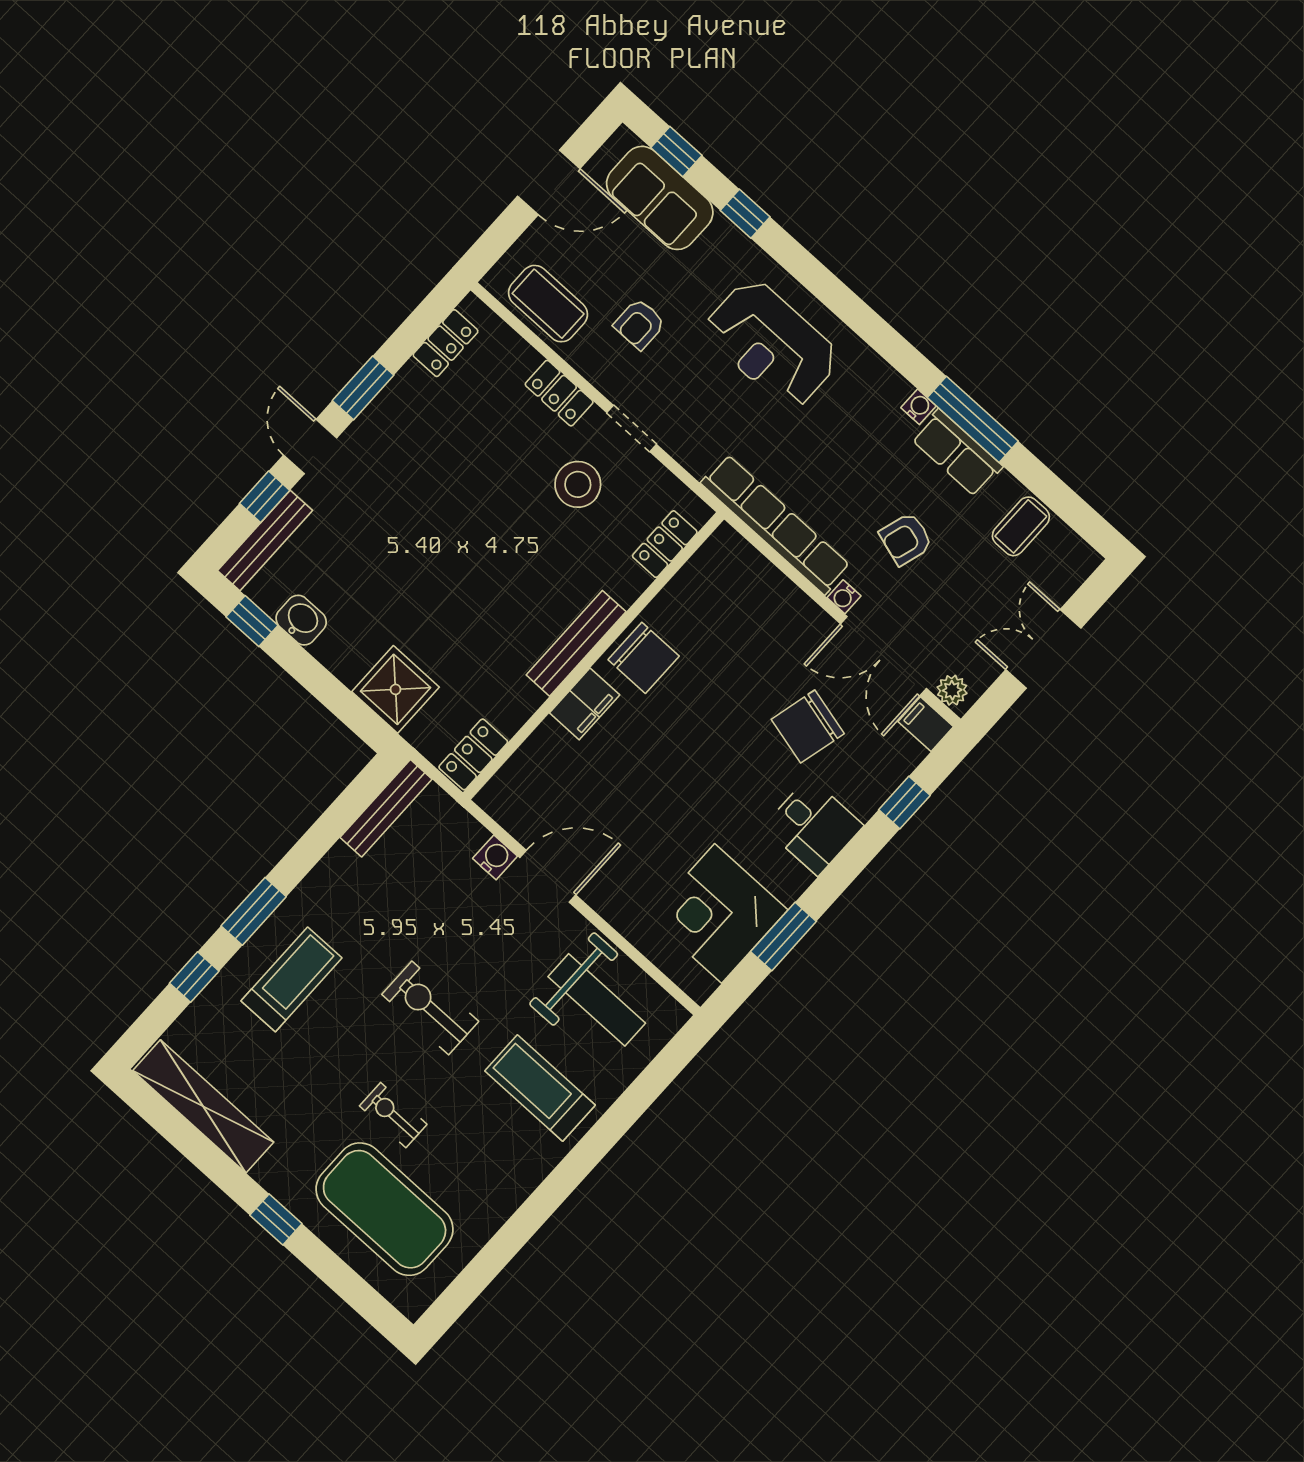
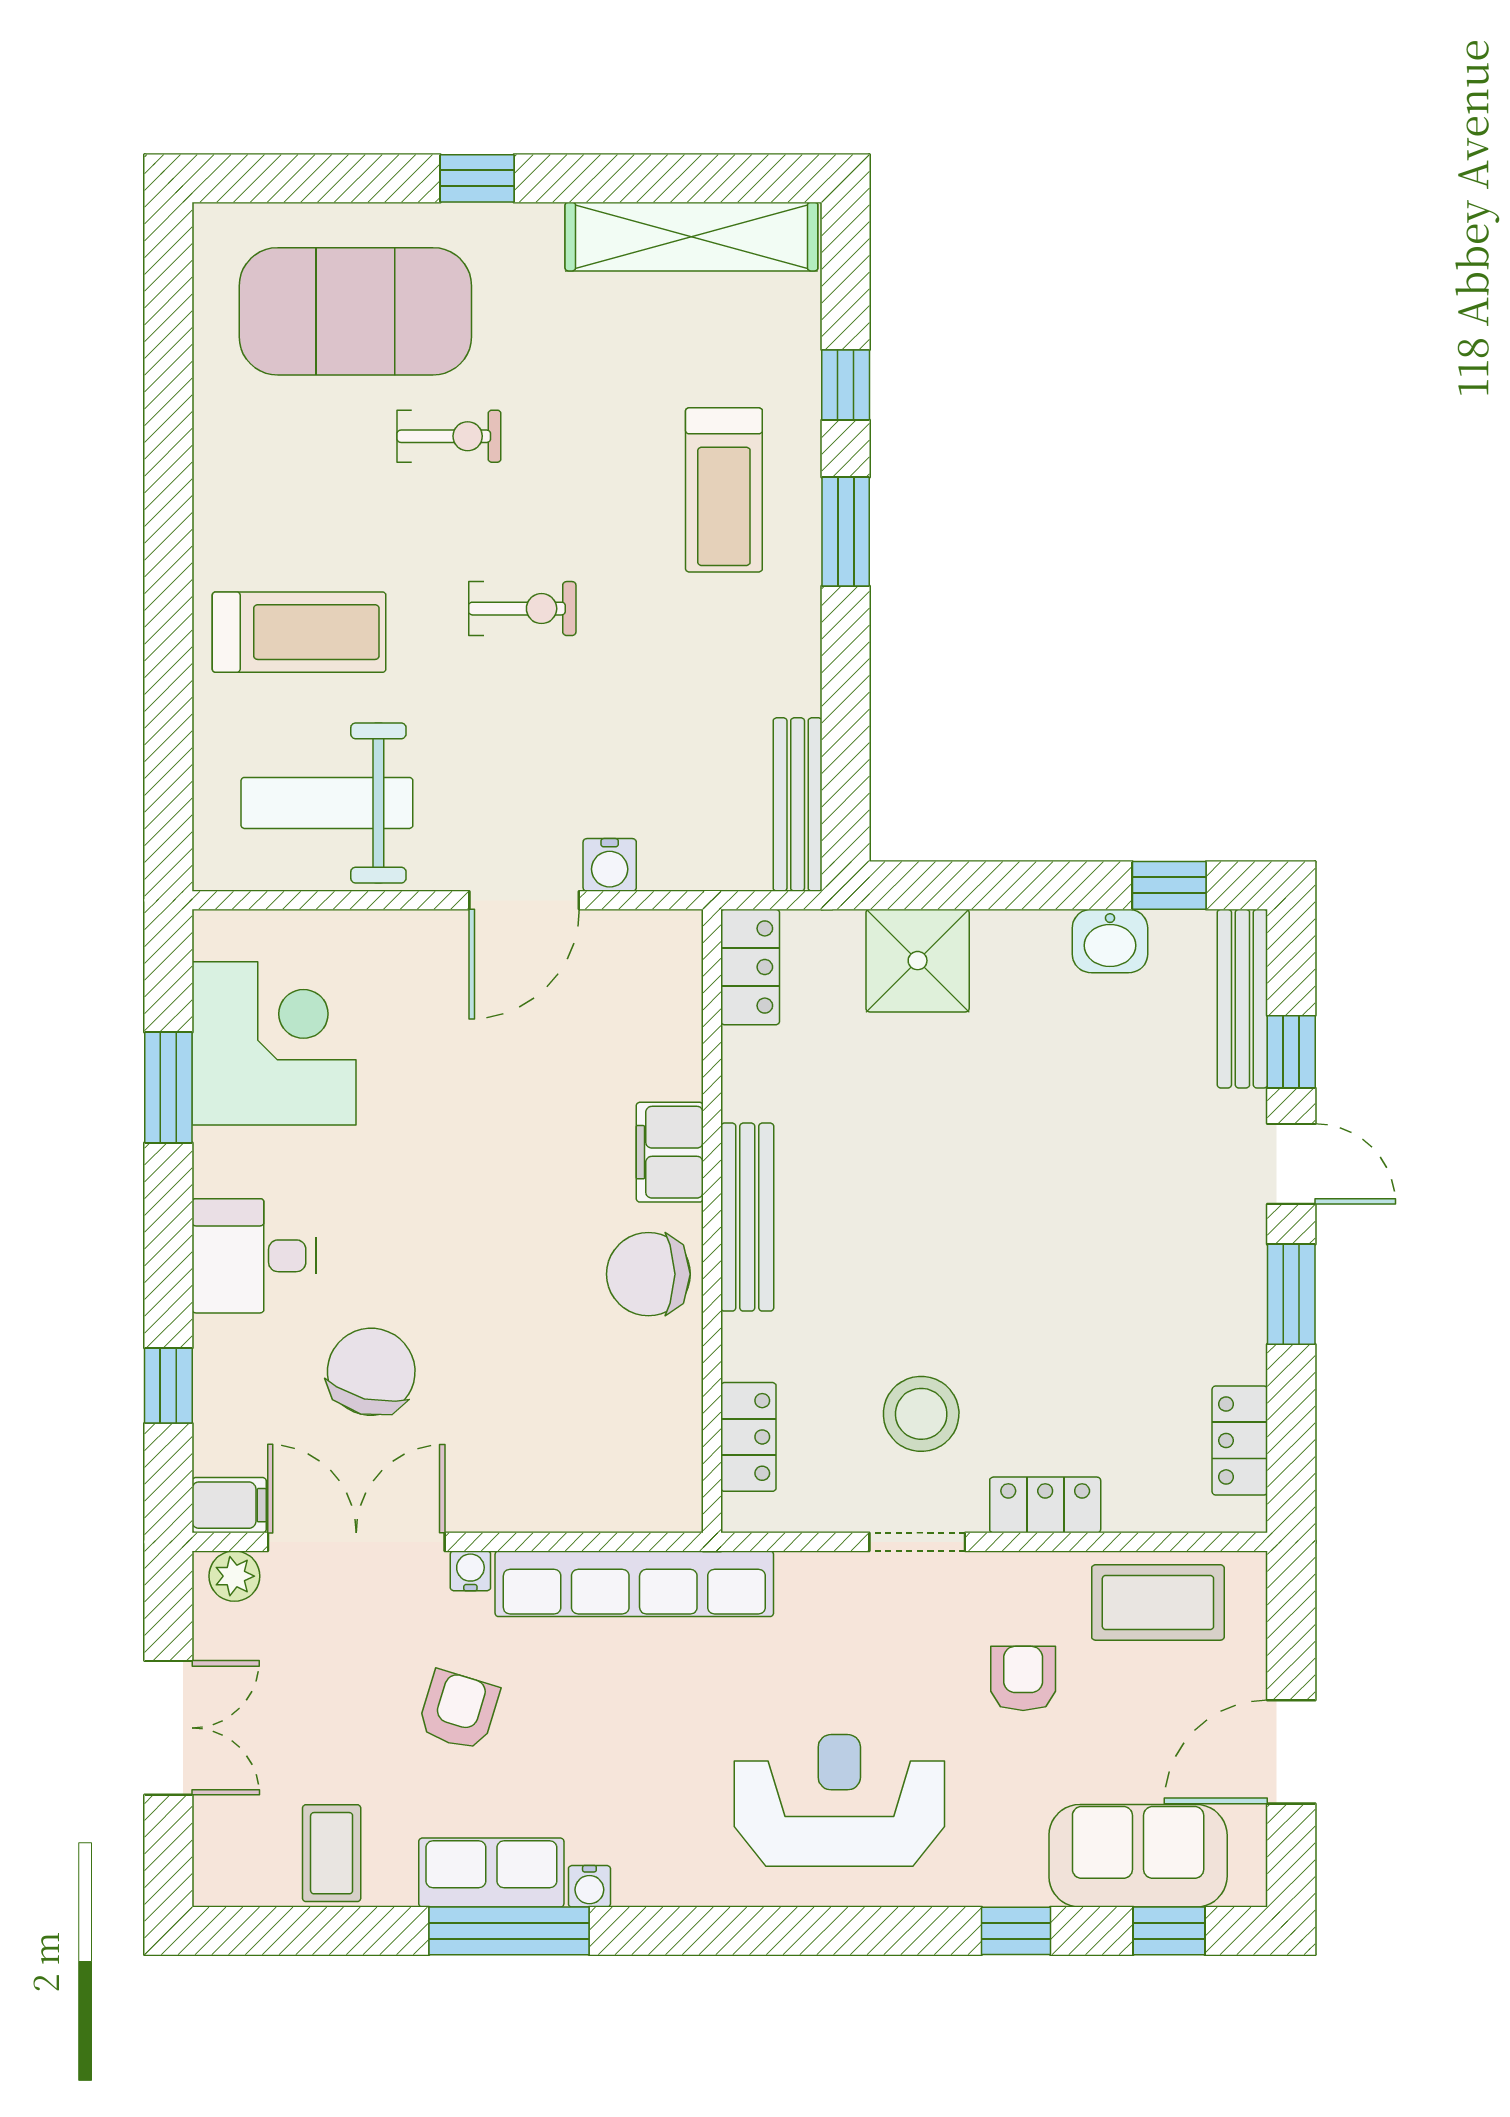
exercise bike: (430, 1008) -> (522, 609), width x0.73, depth x0.72

